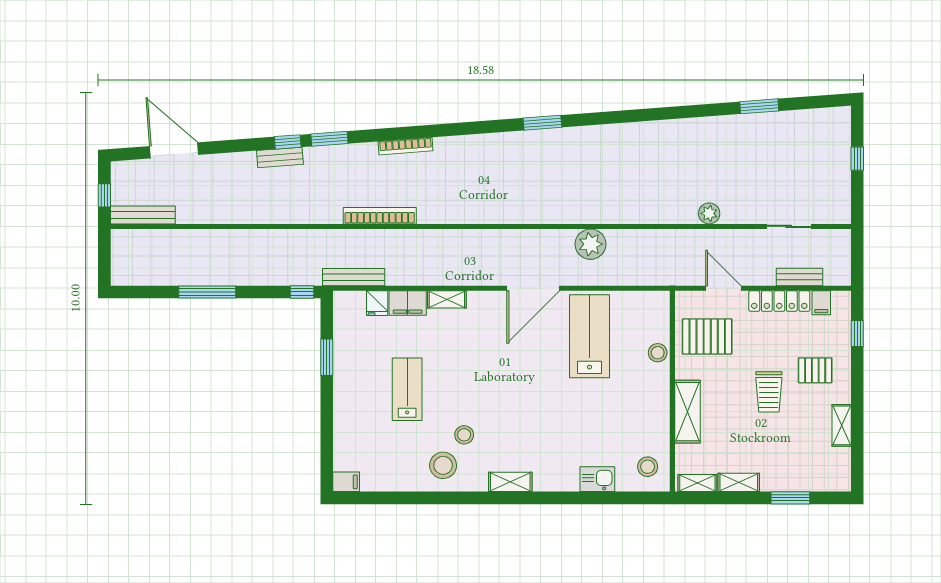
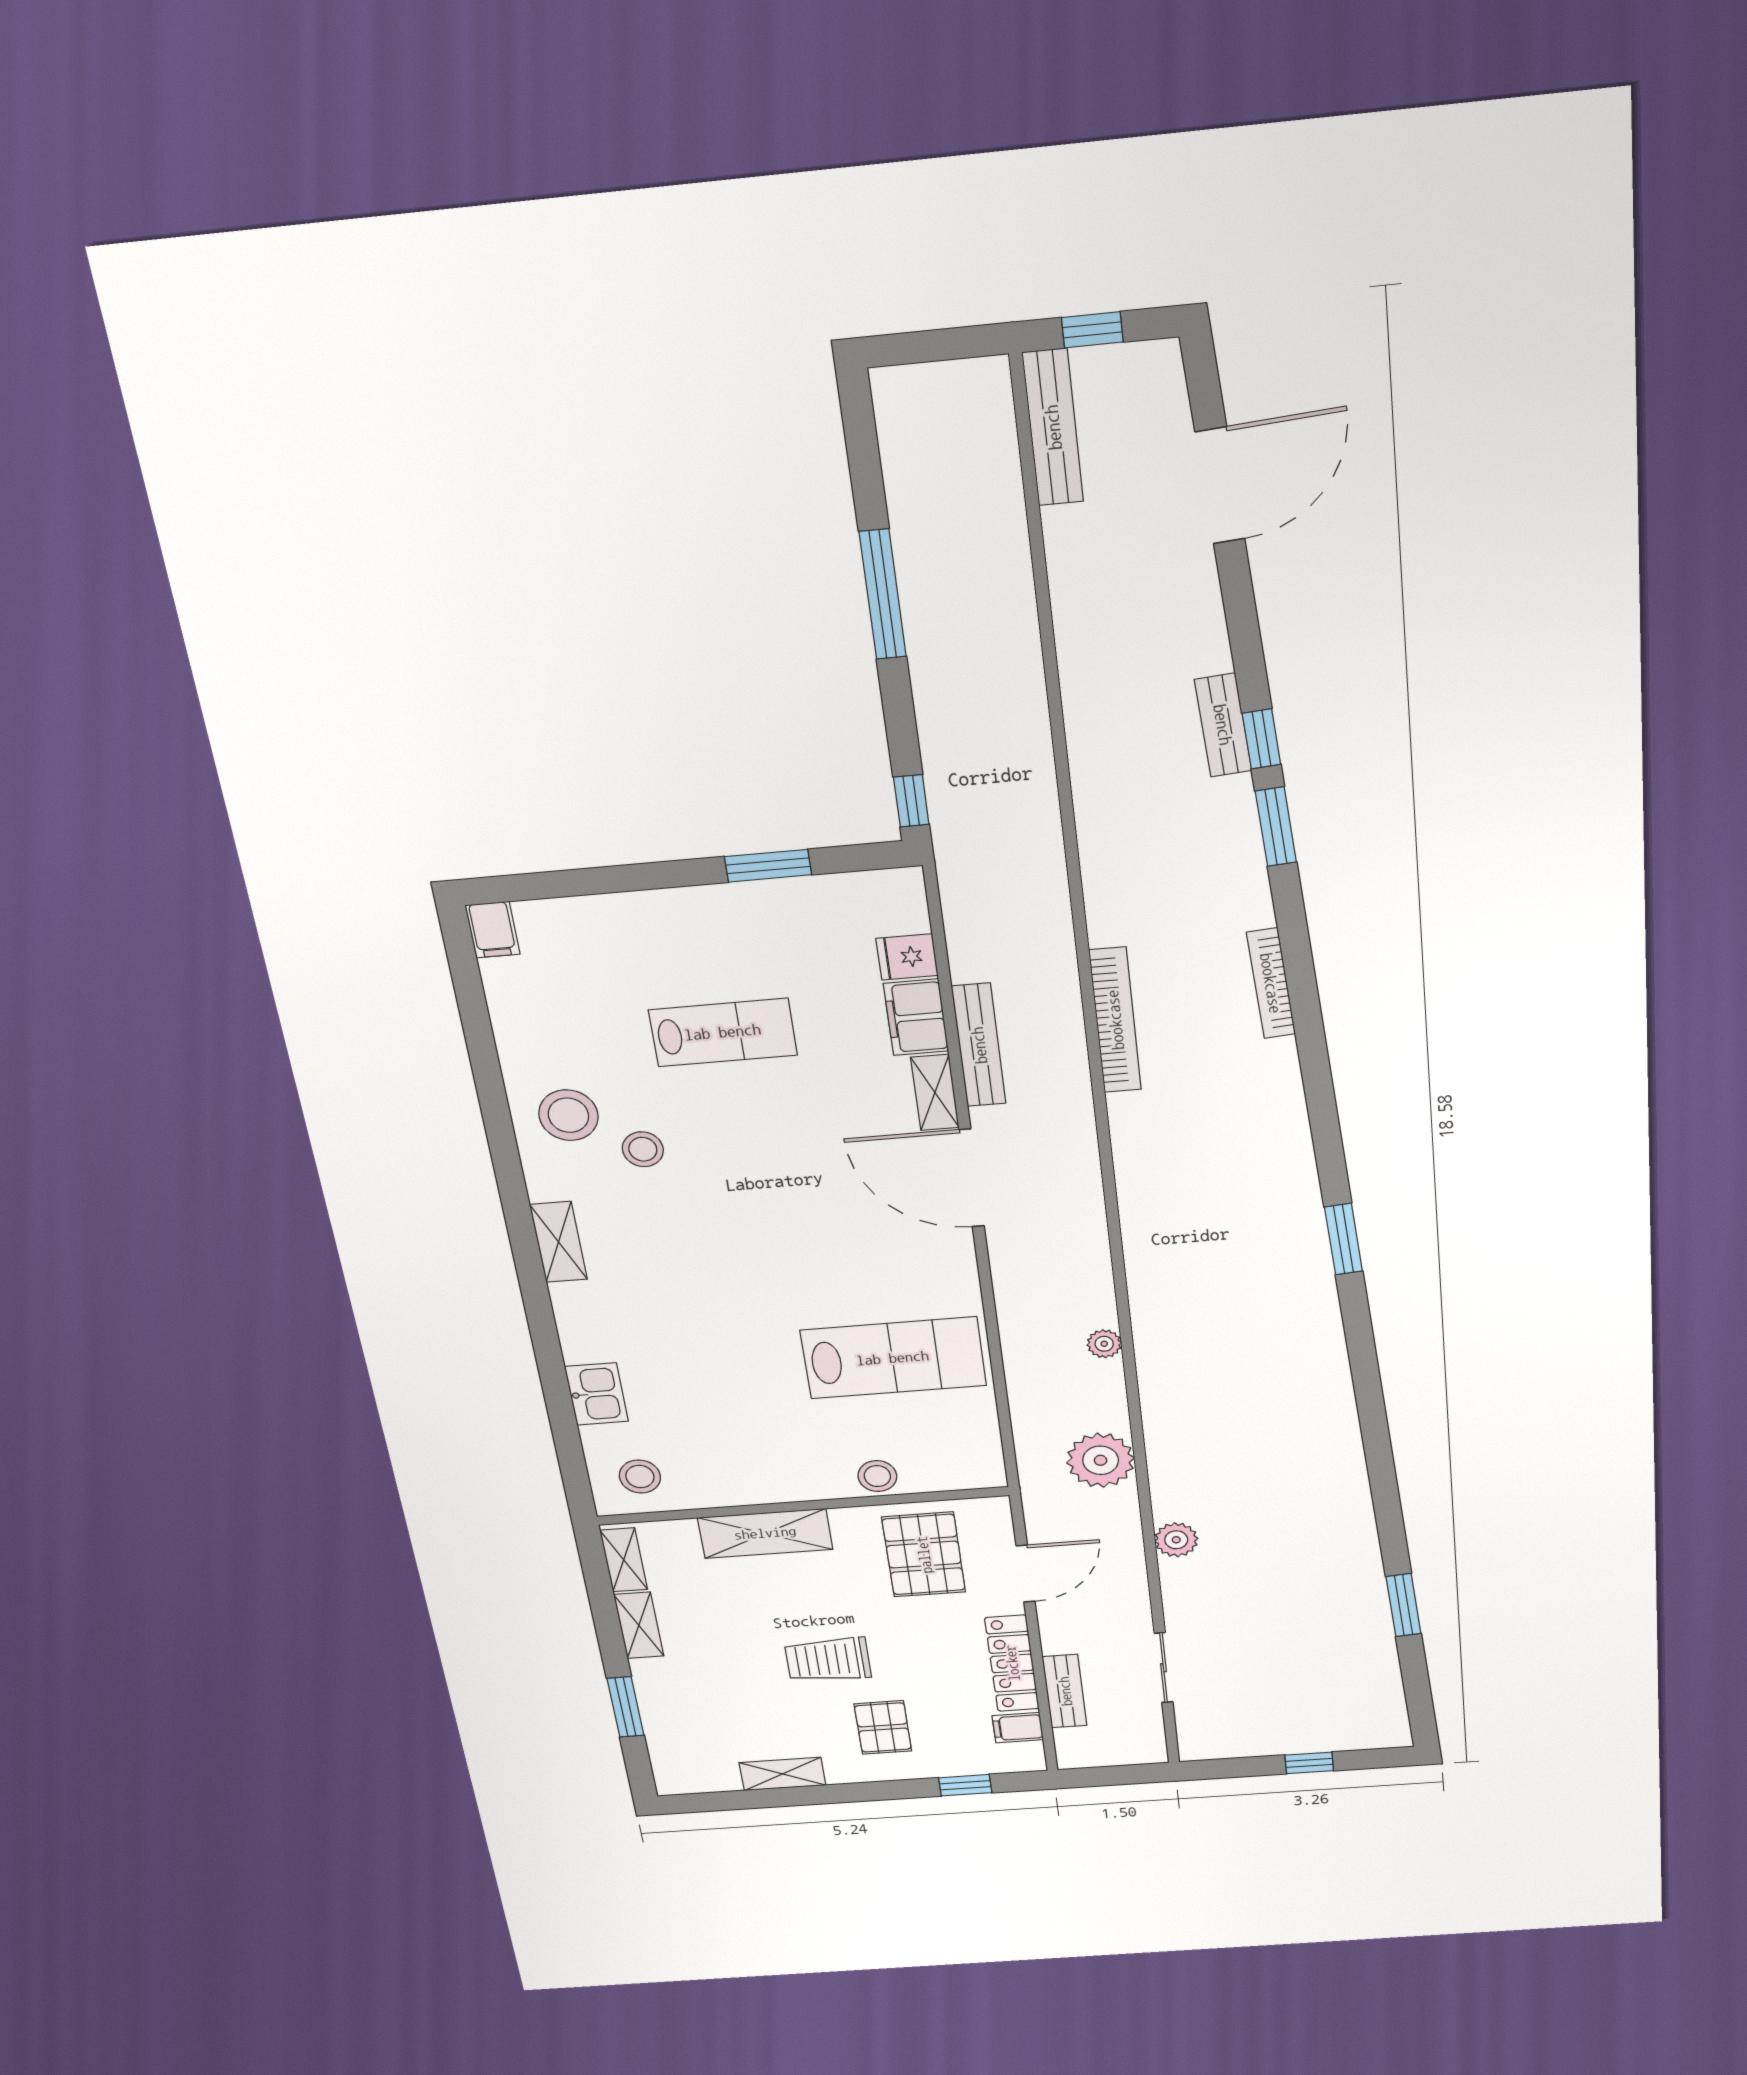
bookcase: (380, 216) -> (1115, 1020), moved
plant: (591, 244) -> (1104, 1344), width x0.53, depth x0.53
plant: (658, 245) -> (1101, 1460), added
bench: (354, 277) -> (979, 1045), moved
door: (533, 288) -> (972, 1178), moved

